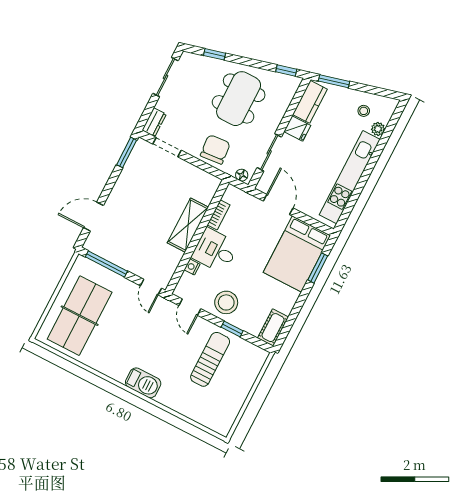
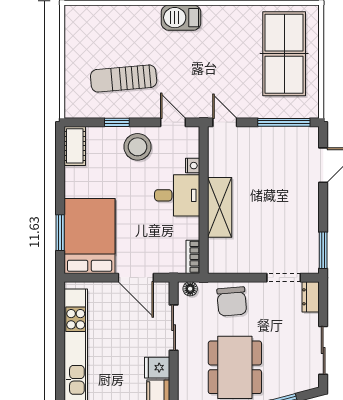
bookcase: (219, 215) -> (193, 257), moved
sun lounger: (210, 359) -> (124, 79), turned 85

